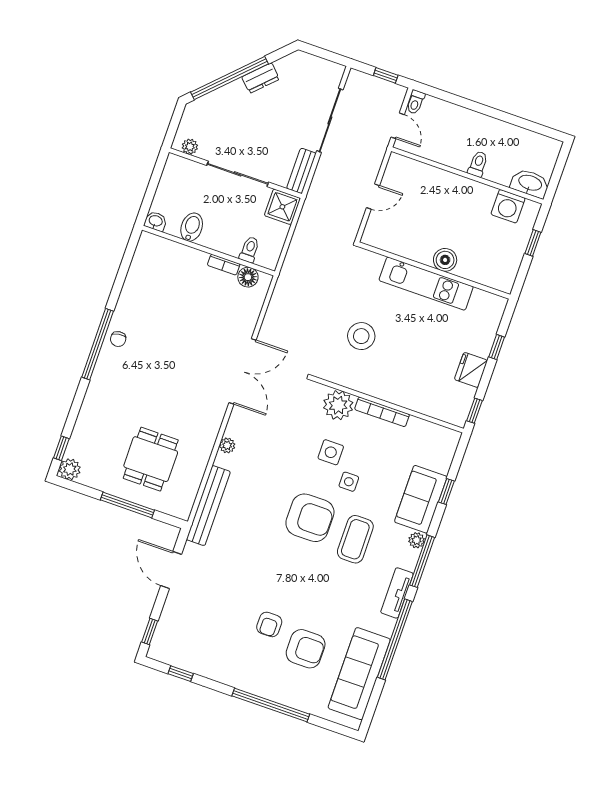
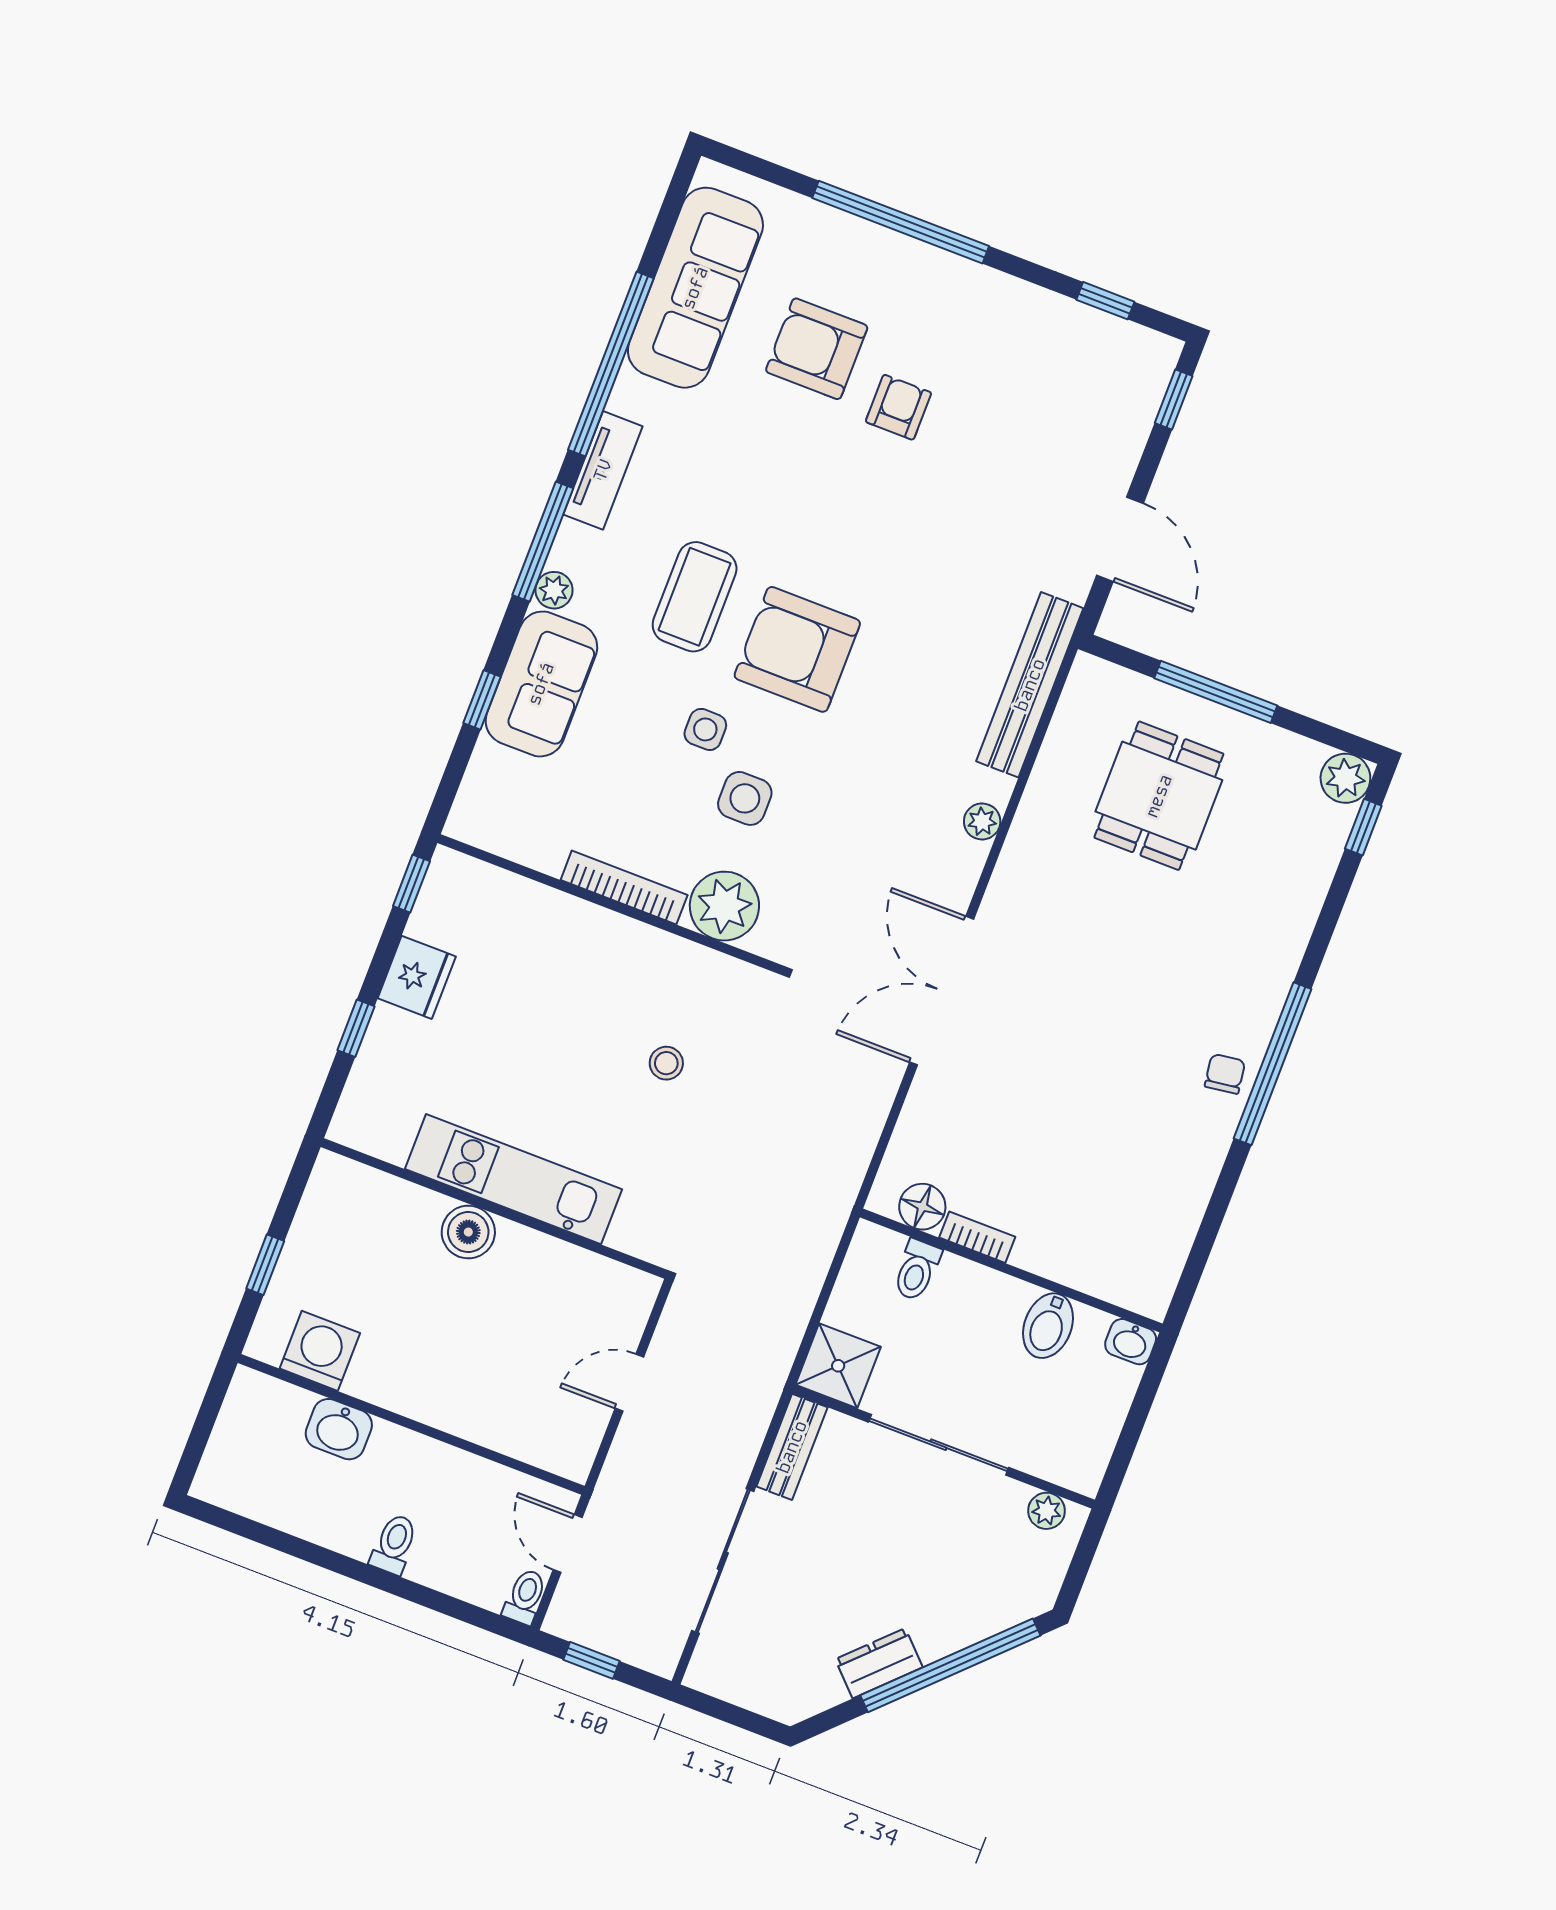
toilet: (478, 164) -> (394, 1544), moved, turned 180
washbasin: (530, 183) -> (339, 1429), moved, width x0.72
stool: (361, 336) -> (666, 1063), width x0.53, depth x0.53

